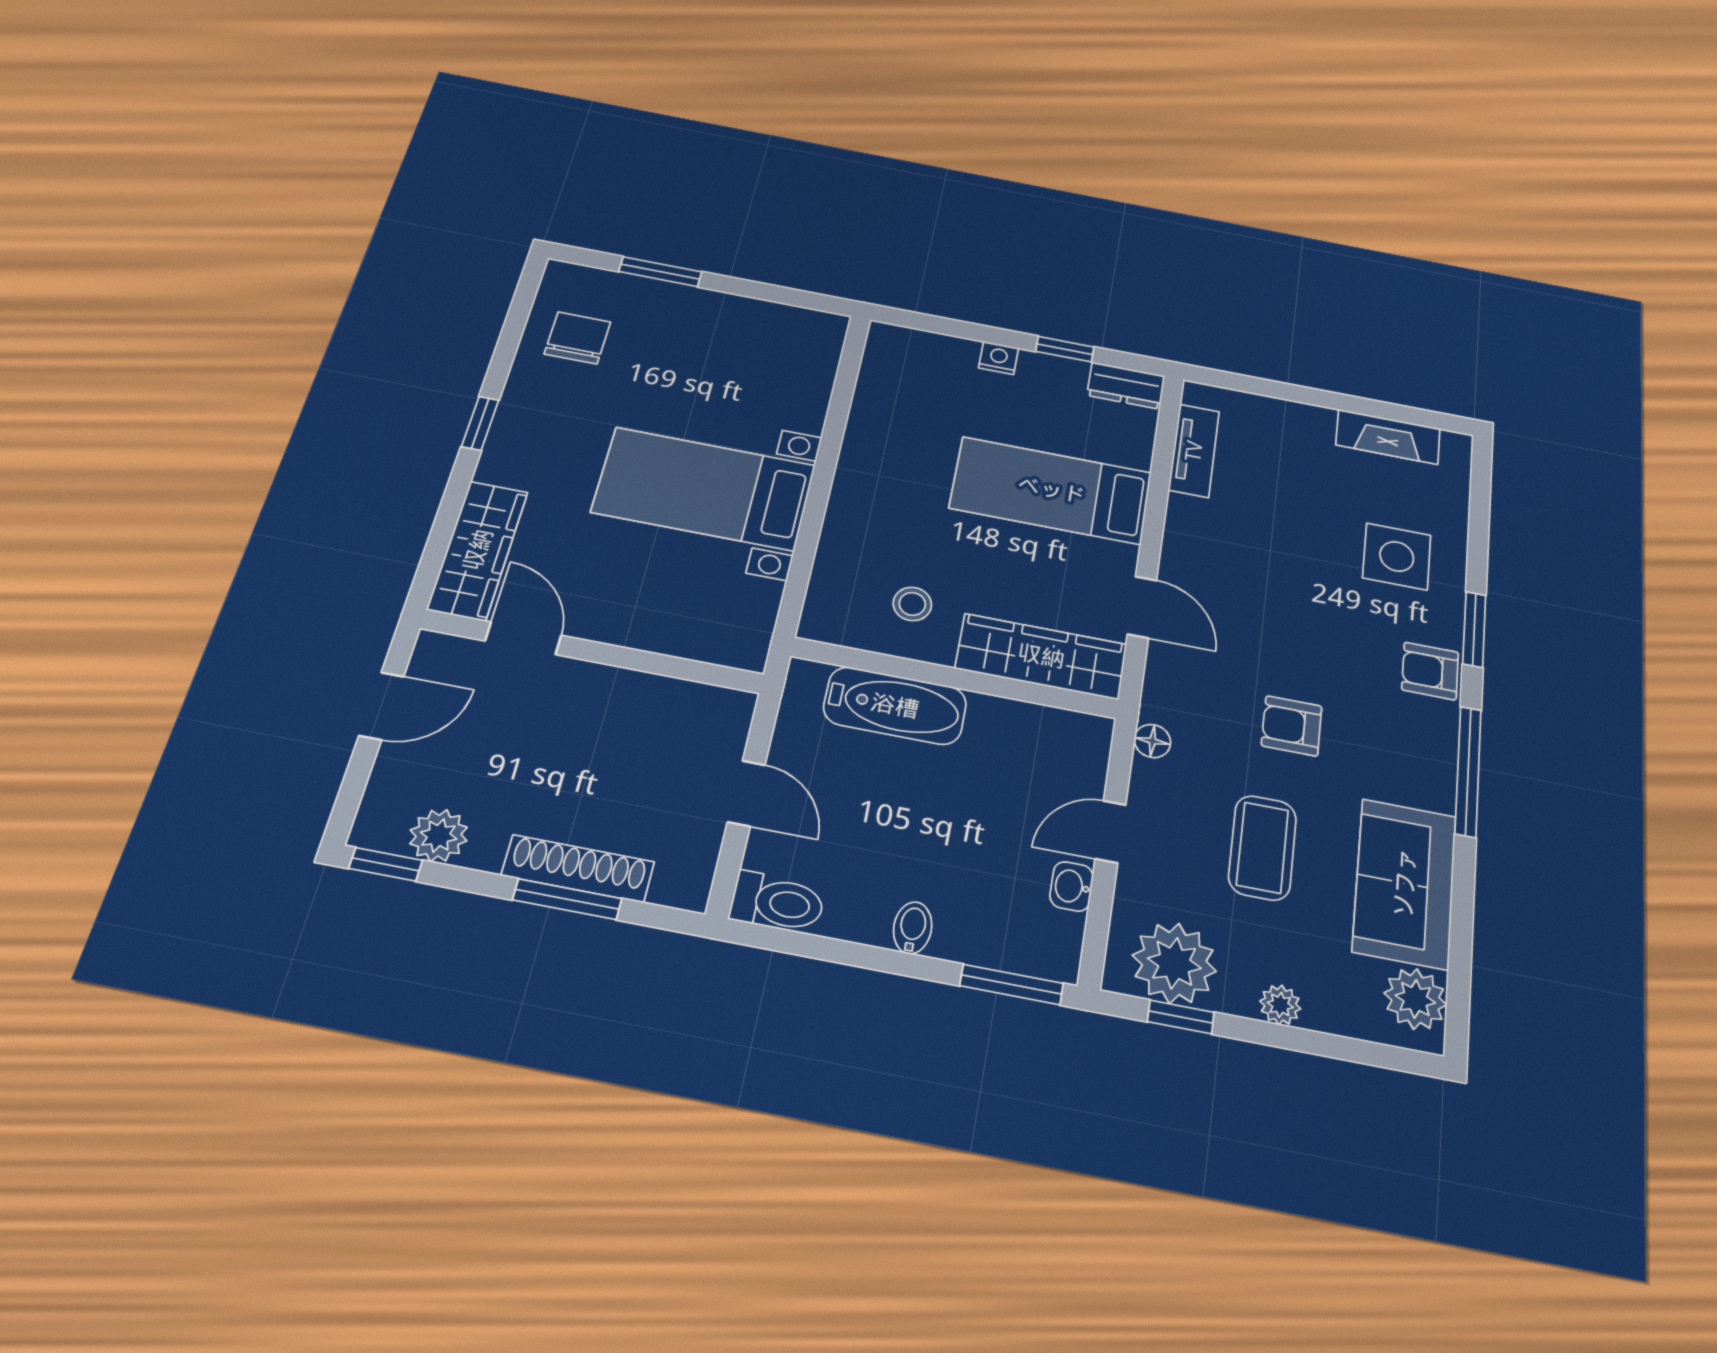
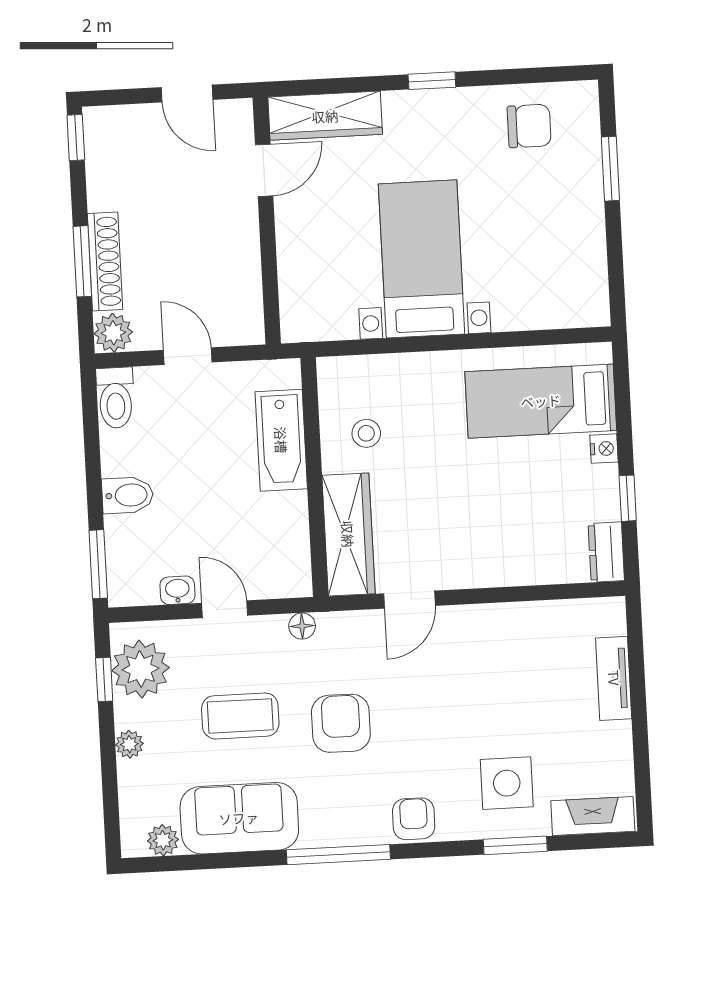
fireplace: (1388, 437) -> (593, 816), moved, turned 90
tv unit: (1194, 451) -> (614, 678), moved, turned 90
bed: (1051, 490) -> (541, 401), moved, turned -90
window: (1474, 629) -> (515, 845), moved
armchair: (1292, 726) -> (341, 723), width x1.38, depth x1.38
door: (746, 793) -> (188, 356), swing flipped
plant: (439, 836) -> (113, 333), moved
bidet: (913, 928) -> (128, 495), width x1.38, depth x1.36
plant: (1415, 999) -> (163, 840), width x0.73, depth x0.73

